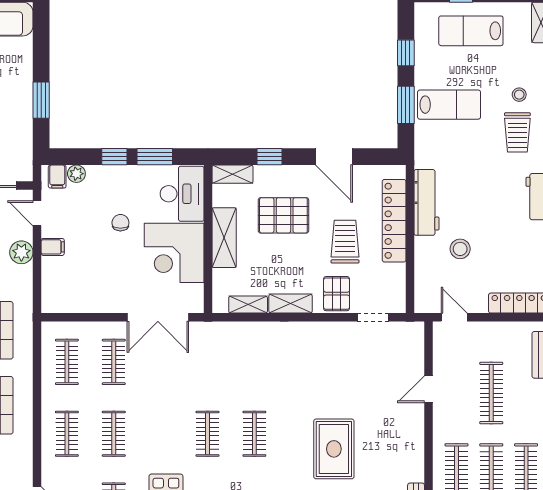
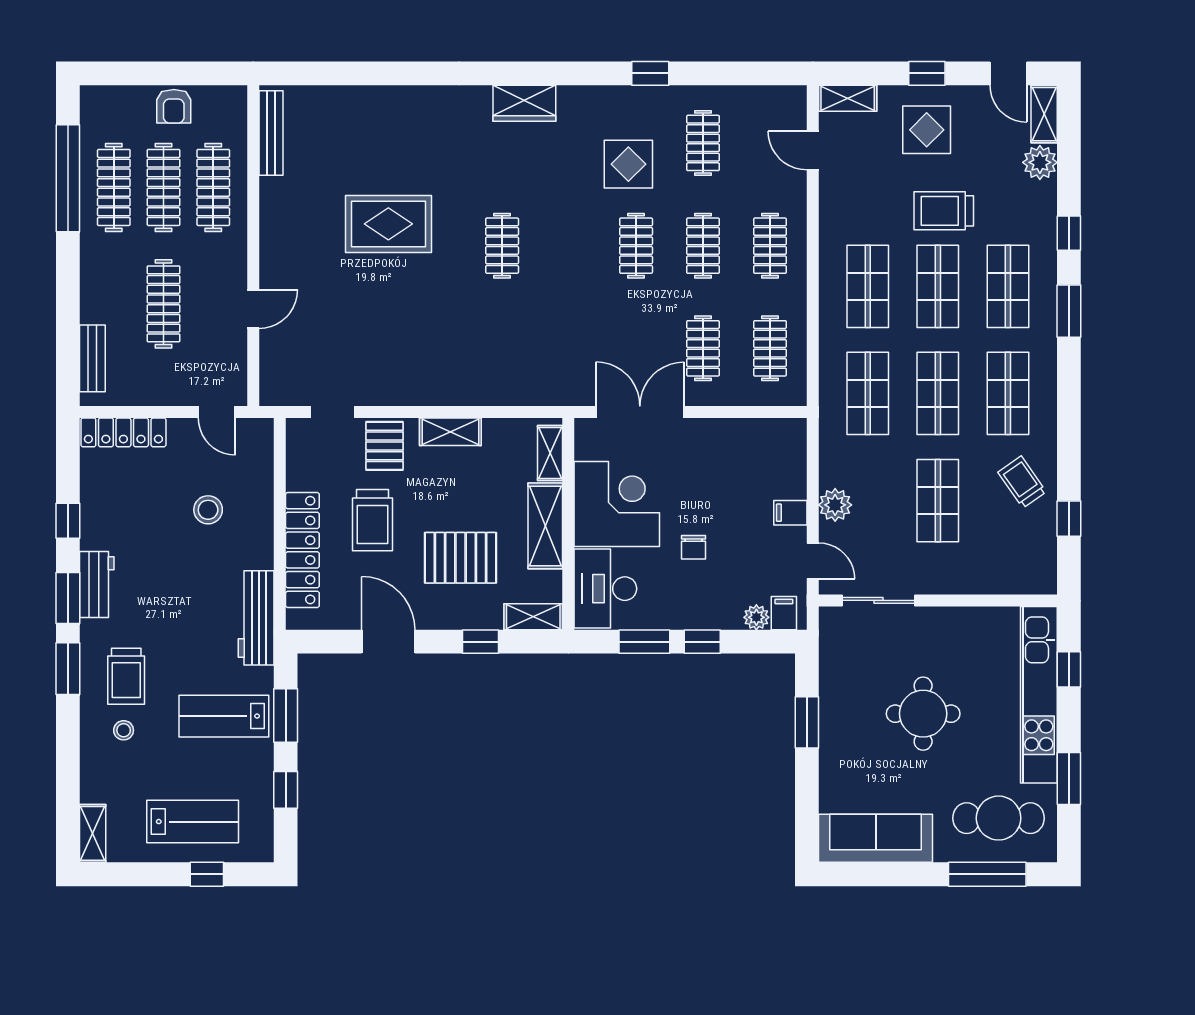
trolley: (517, 132) -> (126, 676), turned 180
workbench: (426, 202) -> (256, 618), moved
shelving: (248, 305) -> (550, 453), moved, turned 90
clothes rail: (207, 434) -> (636, 246), moved
rug: (334, 449) -> (388, 224), turned 90

